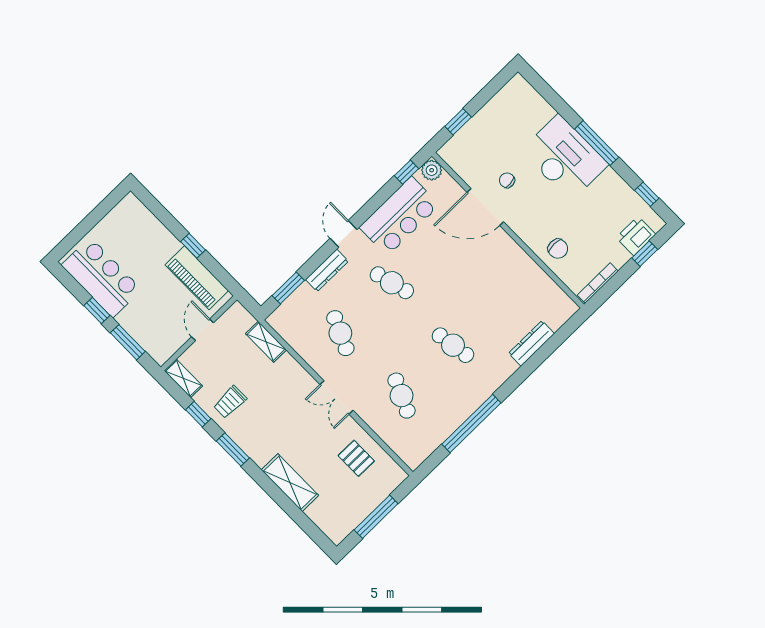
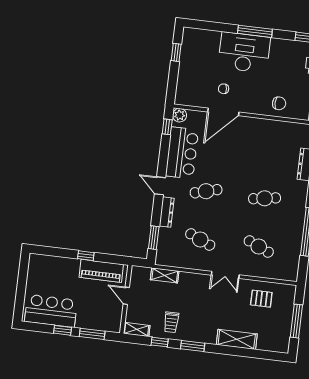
window: (458, 122) -> (176, 52), moved

